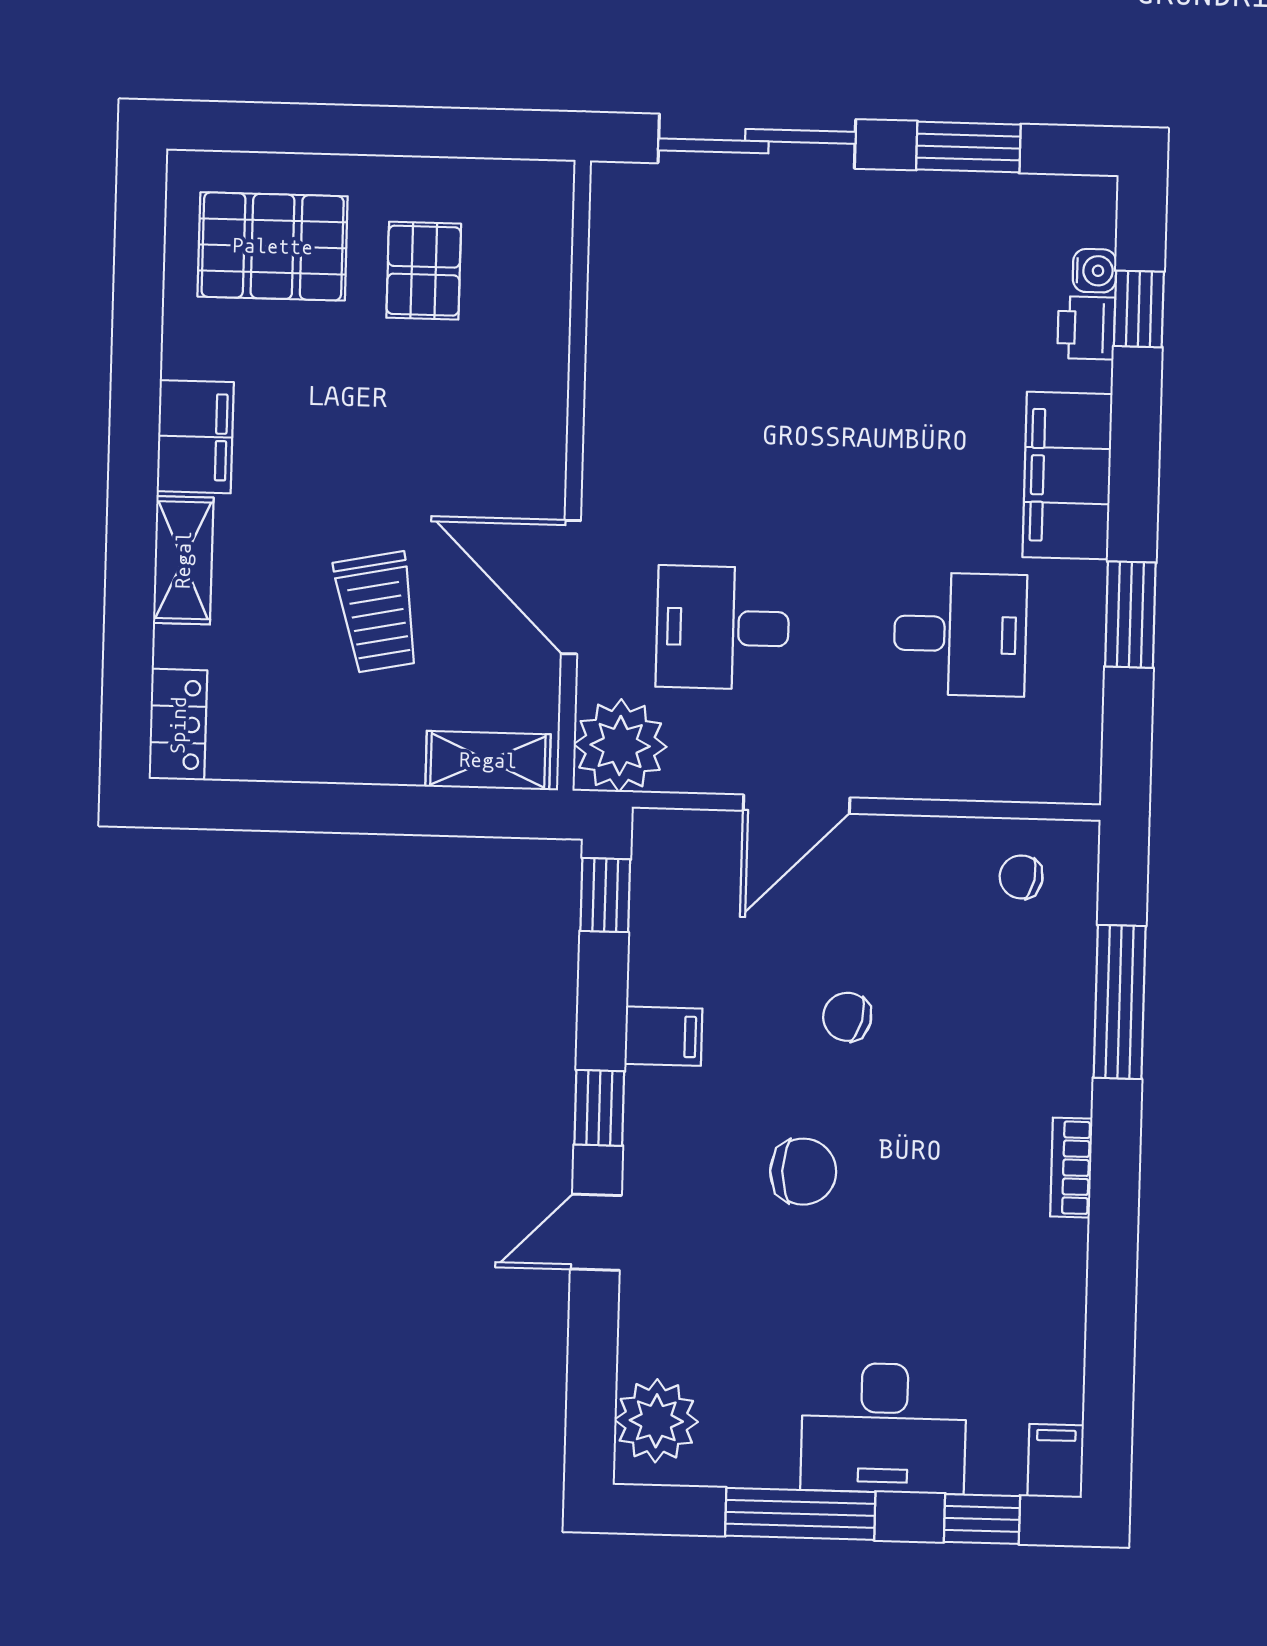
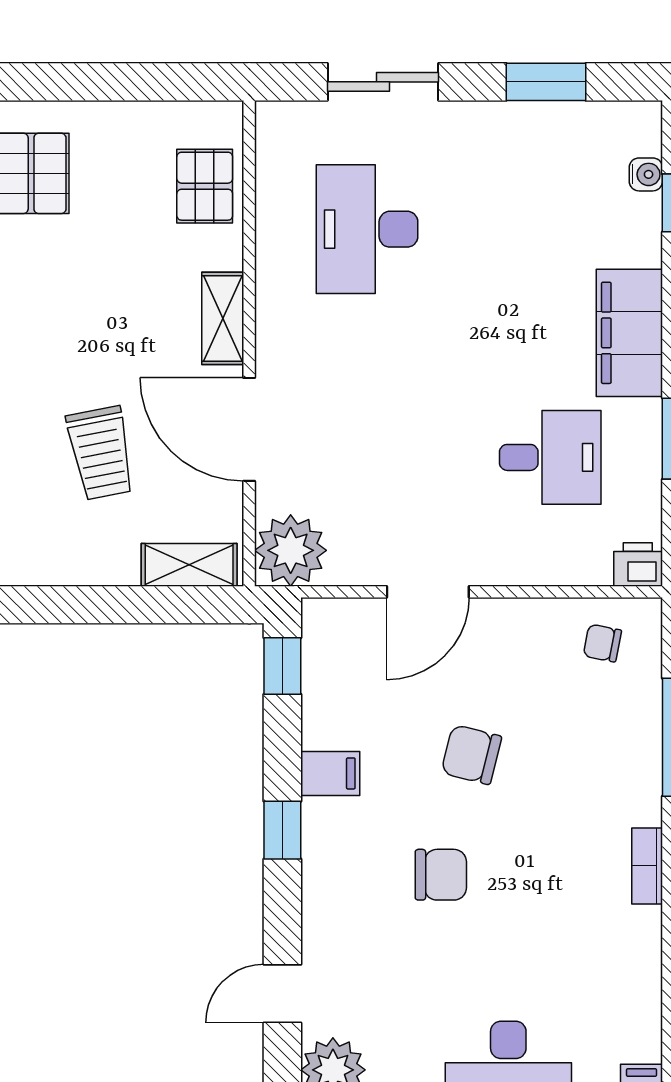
sliding door: (757, 141) -> (383, 82), width x0.73
pallet: (424, 271) -> (205, 186), moved
printer: (1086, 328) -> (638, 564), moved, turned 90
shelving: (541, 442) -> (223, 318), added
desk: (723, 628) -> (367, 229), moved, width x1.37
chair: (847, 1017) -> (471, 755), width x1.37, depth x1.37
door: (596, 1232) -> (282, 994), moved

